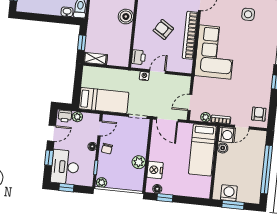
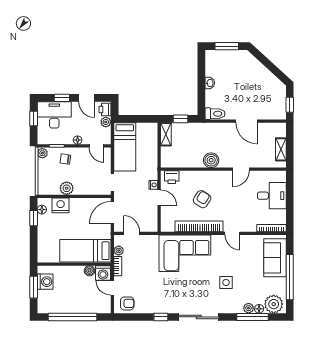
washbasin: (67, 12) -> (210, 83), moved
chair: (107, 149) -> (65, 159), moved

